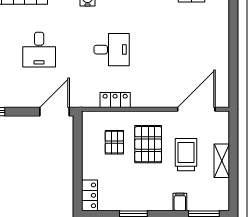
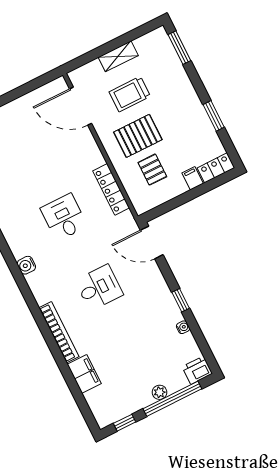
locker: (115, 100) -> (111, 189), width x1.53
pallet: (114, 142) -> (152, 170), turned 90
filing cabinet: (180, 202) -> (193, 178), moved, turned 90

